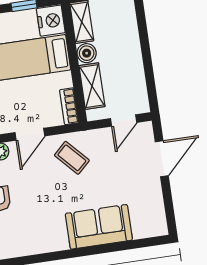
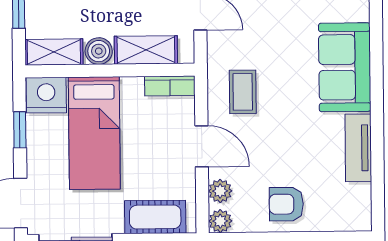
coffee table: (72, 158) -> (243, 92), turned -47
tv unit: (44, 244) -> (358, 148), added

